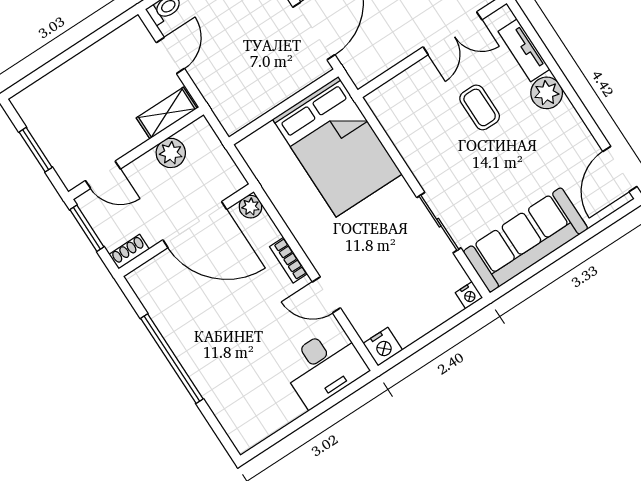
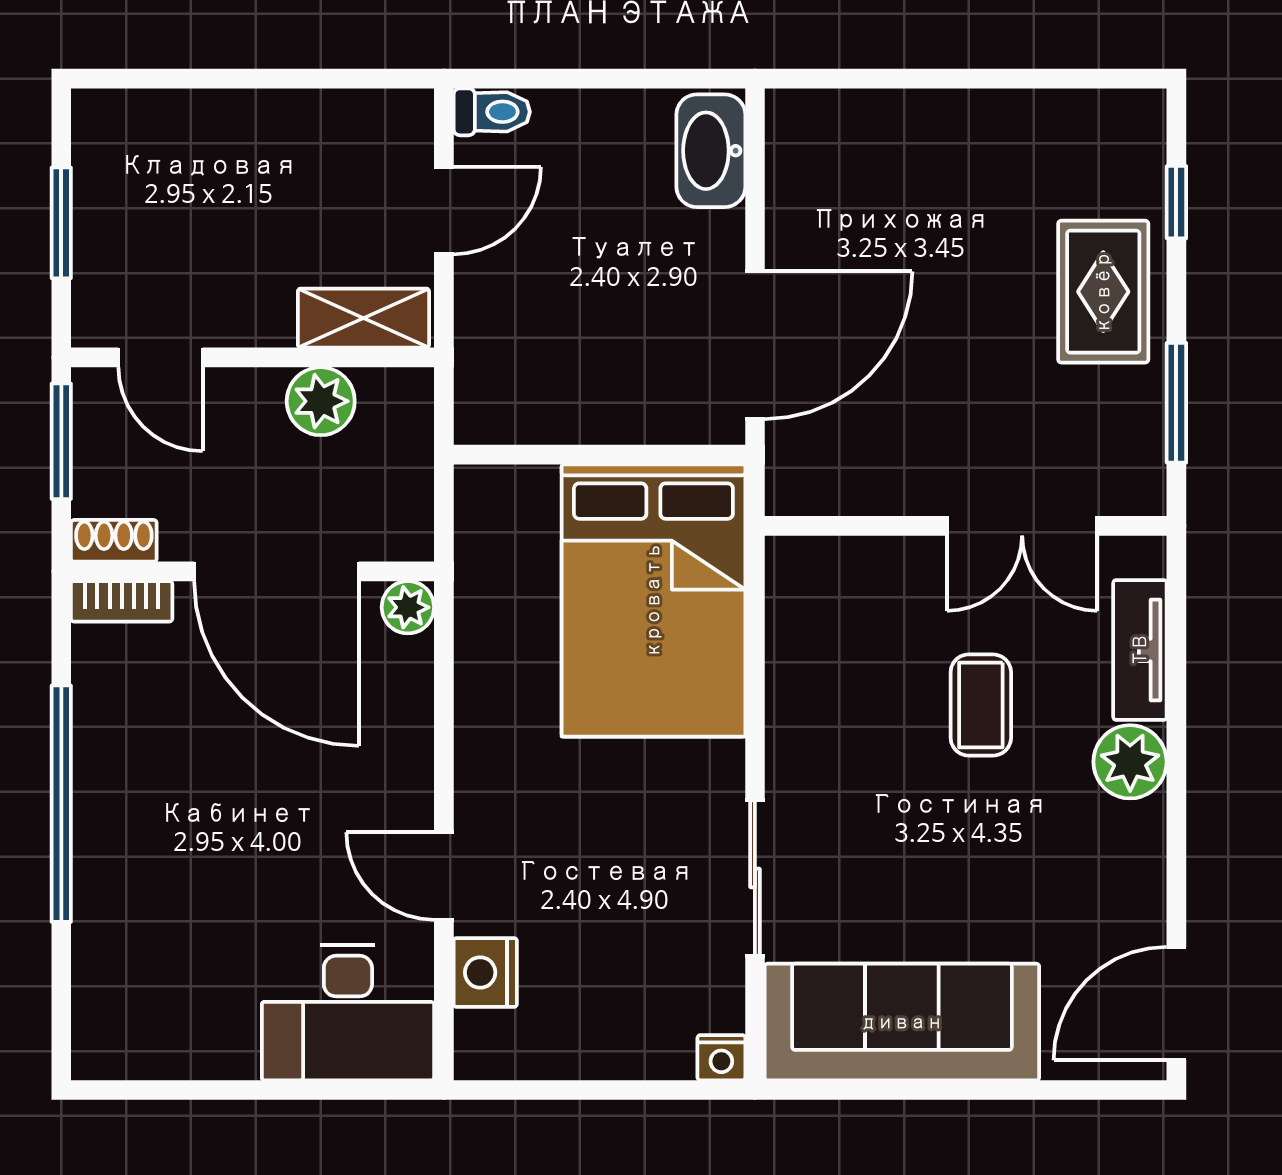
bookcase: (288, 260) -> (122, 601), moved, turned -90
nightstand: (383, 347) -> (485, 972), moved, turned 90

